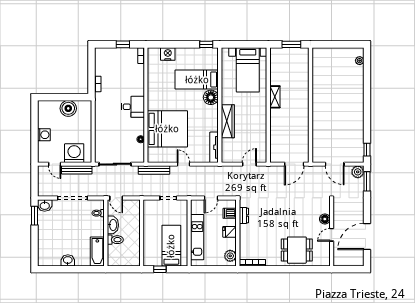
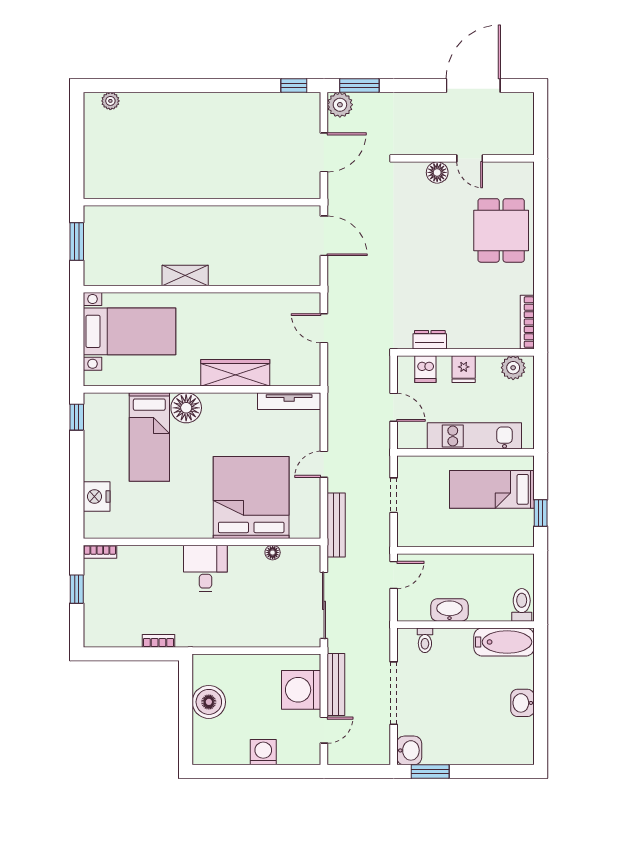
door: (116, 198) -> (394, 575), moved
door: (367, 237) -> (473, 86), swing flipped
toilet: (115, 240) -> (522, 605), moved

